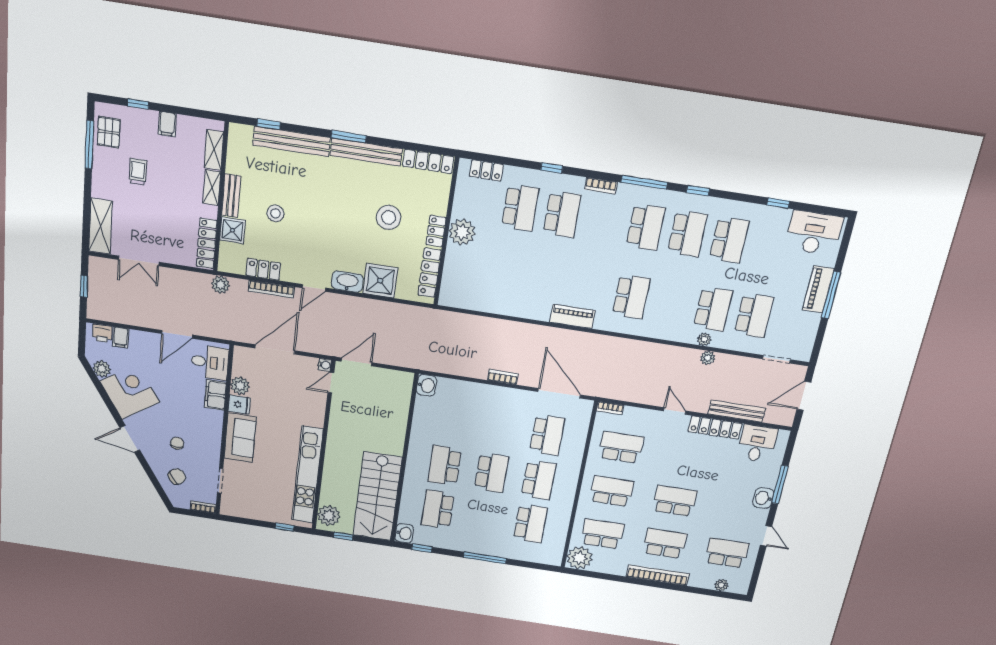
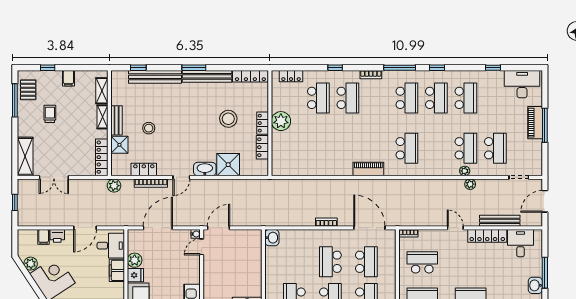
locker: (430, 273) -> (262, 147), width x0.66
printer: (102, 333) -> (57, 236), moved
school desk: (499, 428) -> (330, 262), added

